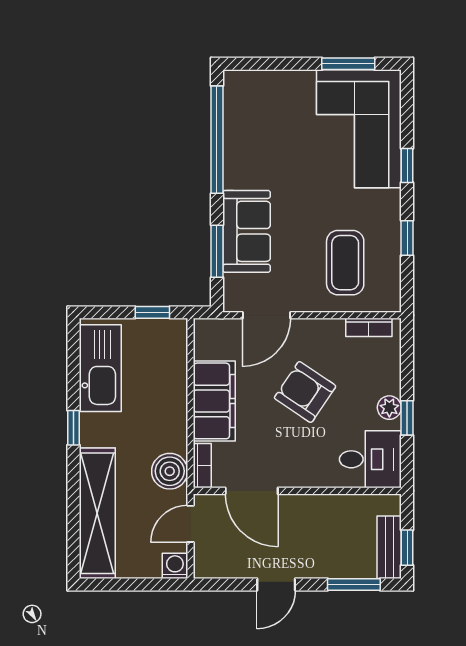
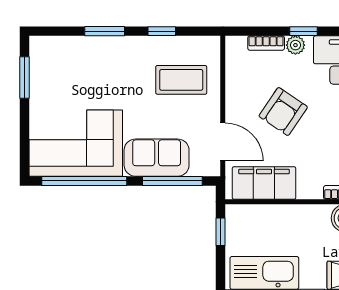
corner sofa: (359, 129) -> (76, 143), moved, turned 180
window: (407, 166) -> (105, 31), width x1.50
window: (217, 251) -> (172, 181), width x1.44
bookcase: (369, 327) -> (266, 43), moved, turned 90
filing cabinet: (214, 401) -> (264, 183), moved

